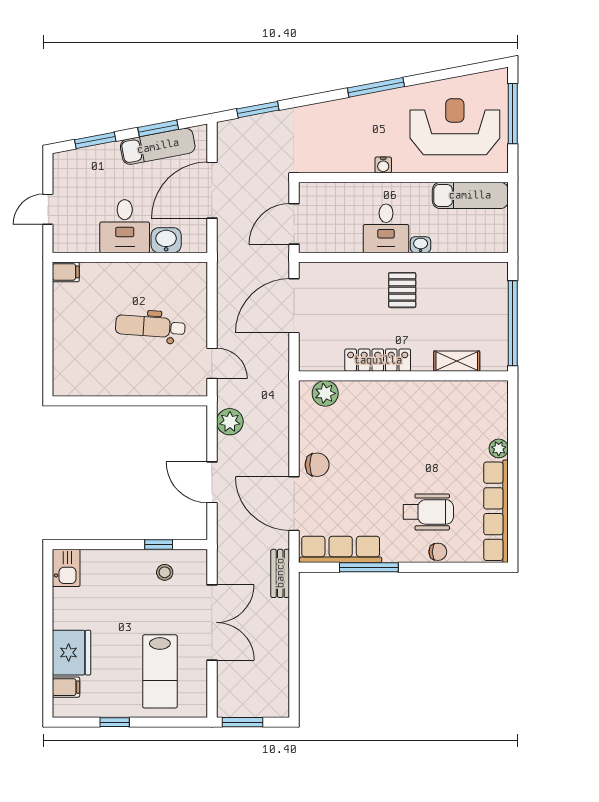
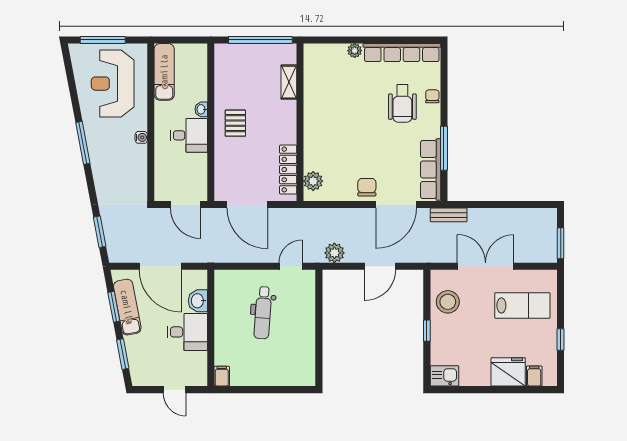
pallet: (402, 290) -> (235, 123), turned 90
locker: (378, 360) -> (288, 170), moved
wheelchair: (428, 512) -> (402, 104), turned 180
window: (159, 544) -> (427, 331), moved
stool: (165, 572) -> (448, 302), width x1.89, depth x1.89

